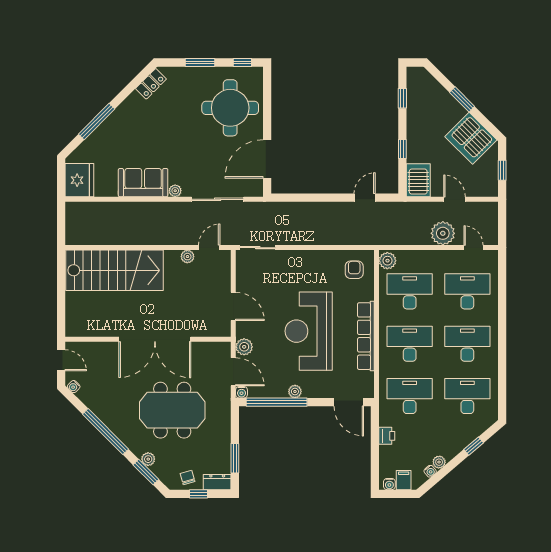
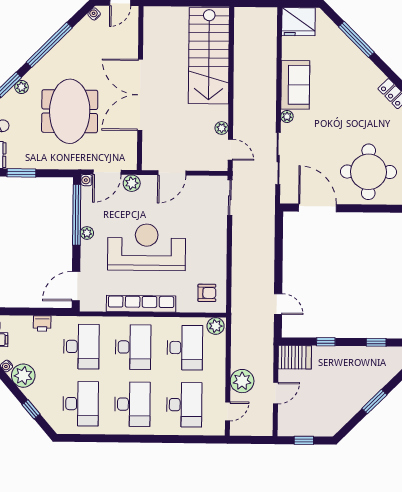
server rack: (471, 138) -> (336, 410), removed
plant: (439, 462) -> (23, 376), width x1.88, depth x1.88

